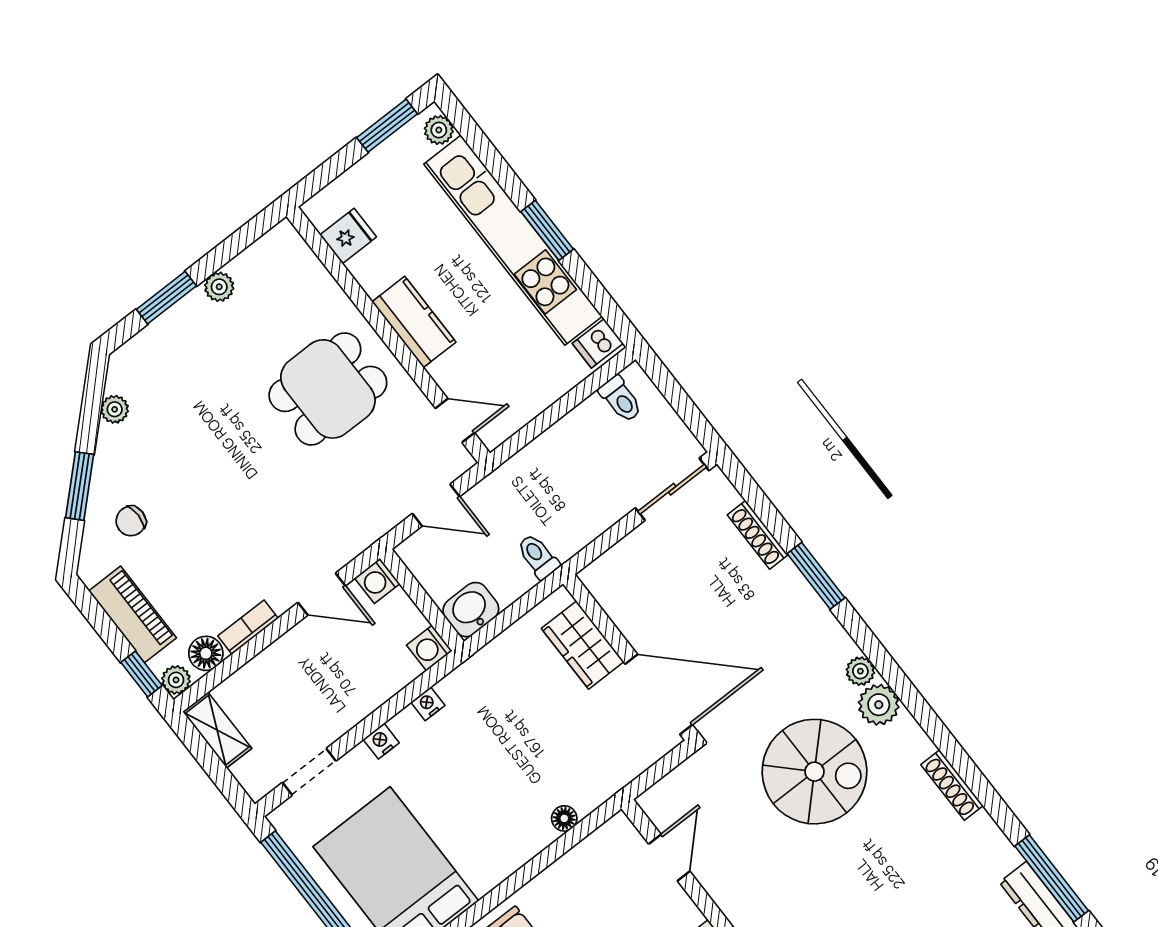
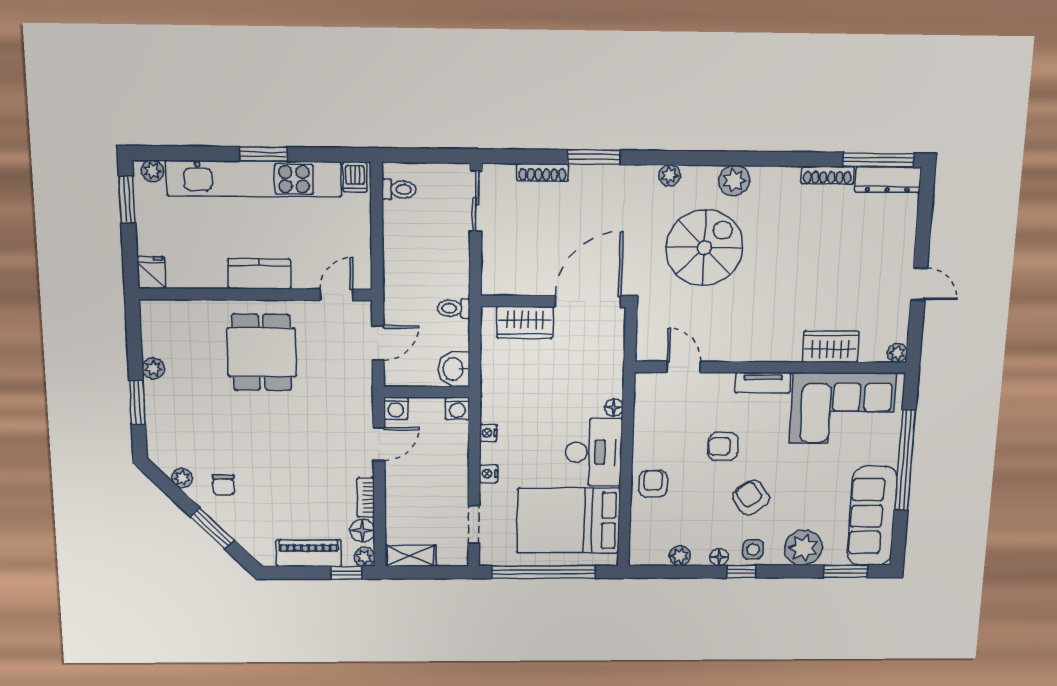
fridge: (348, 236) -> (151, 273), moved
chair: (131, 521) -> (223, 485), moved
plant: (879, 705) -> (734, 181), moved
shoe rack: (952, 785) -> (827, 175), moved
desk: (497, 838) -> (594, 452), added

